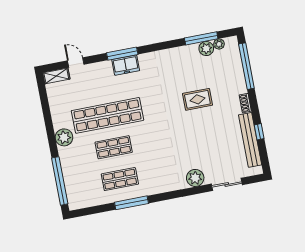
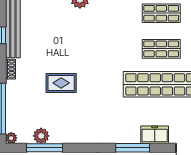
plant: (219, 44) -> (11, 138), moved
freezer: (126, 65) -> (155, 135), moved

